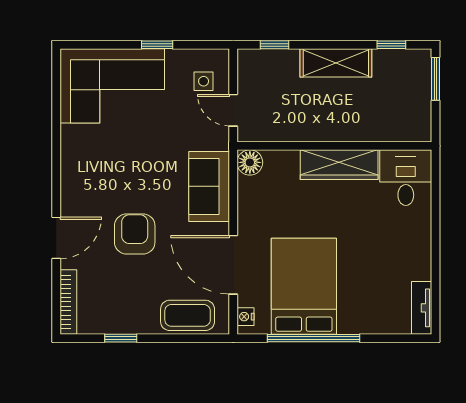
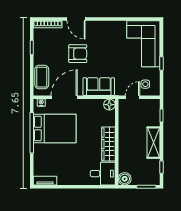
boiler: (418, 128) -> (125, 179), added

